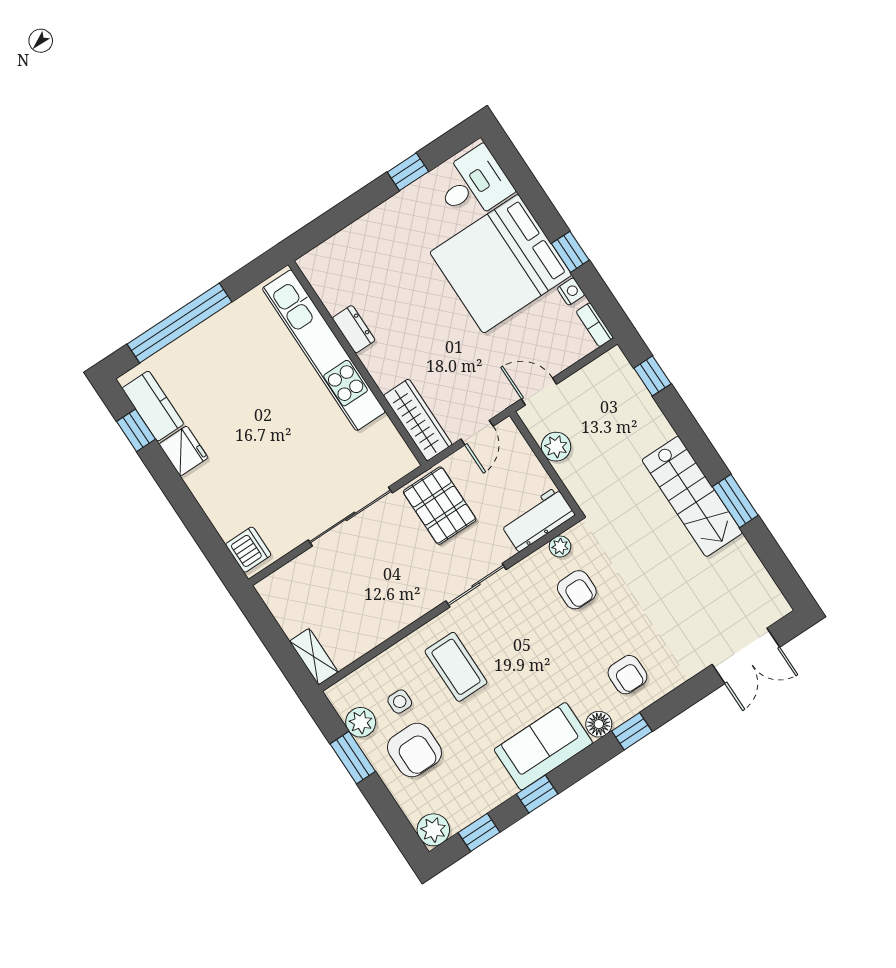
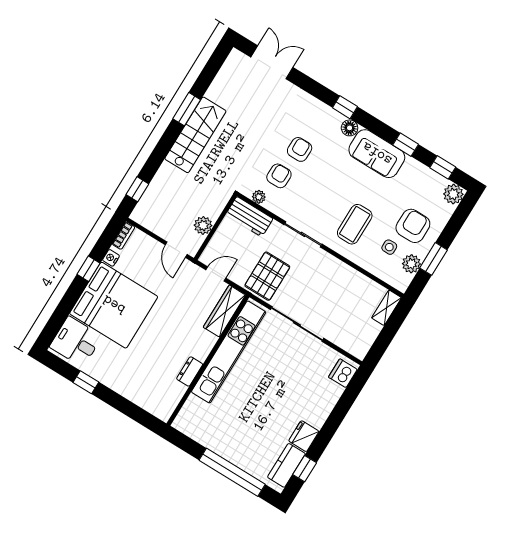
kitchen unit: (324, 350) -> (229, 352), moved
armchair: (627, 675) -> (300, 149), moved

